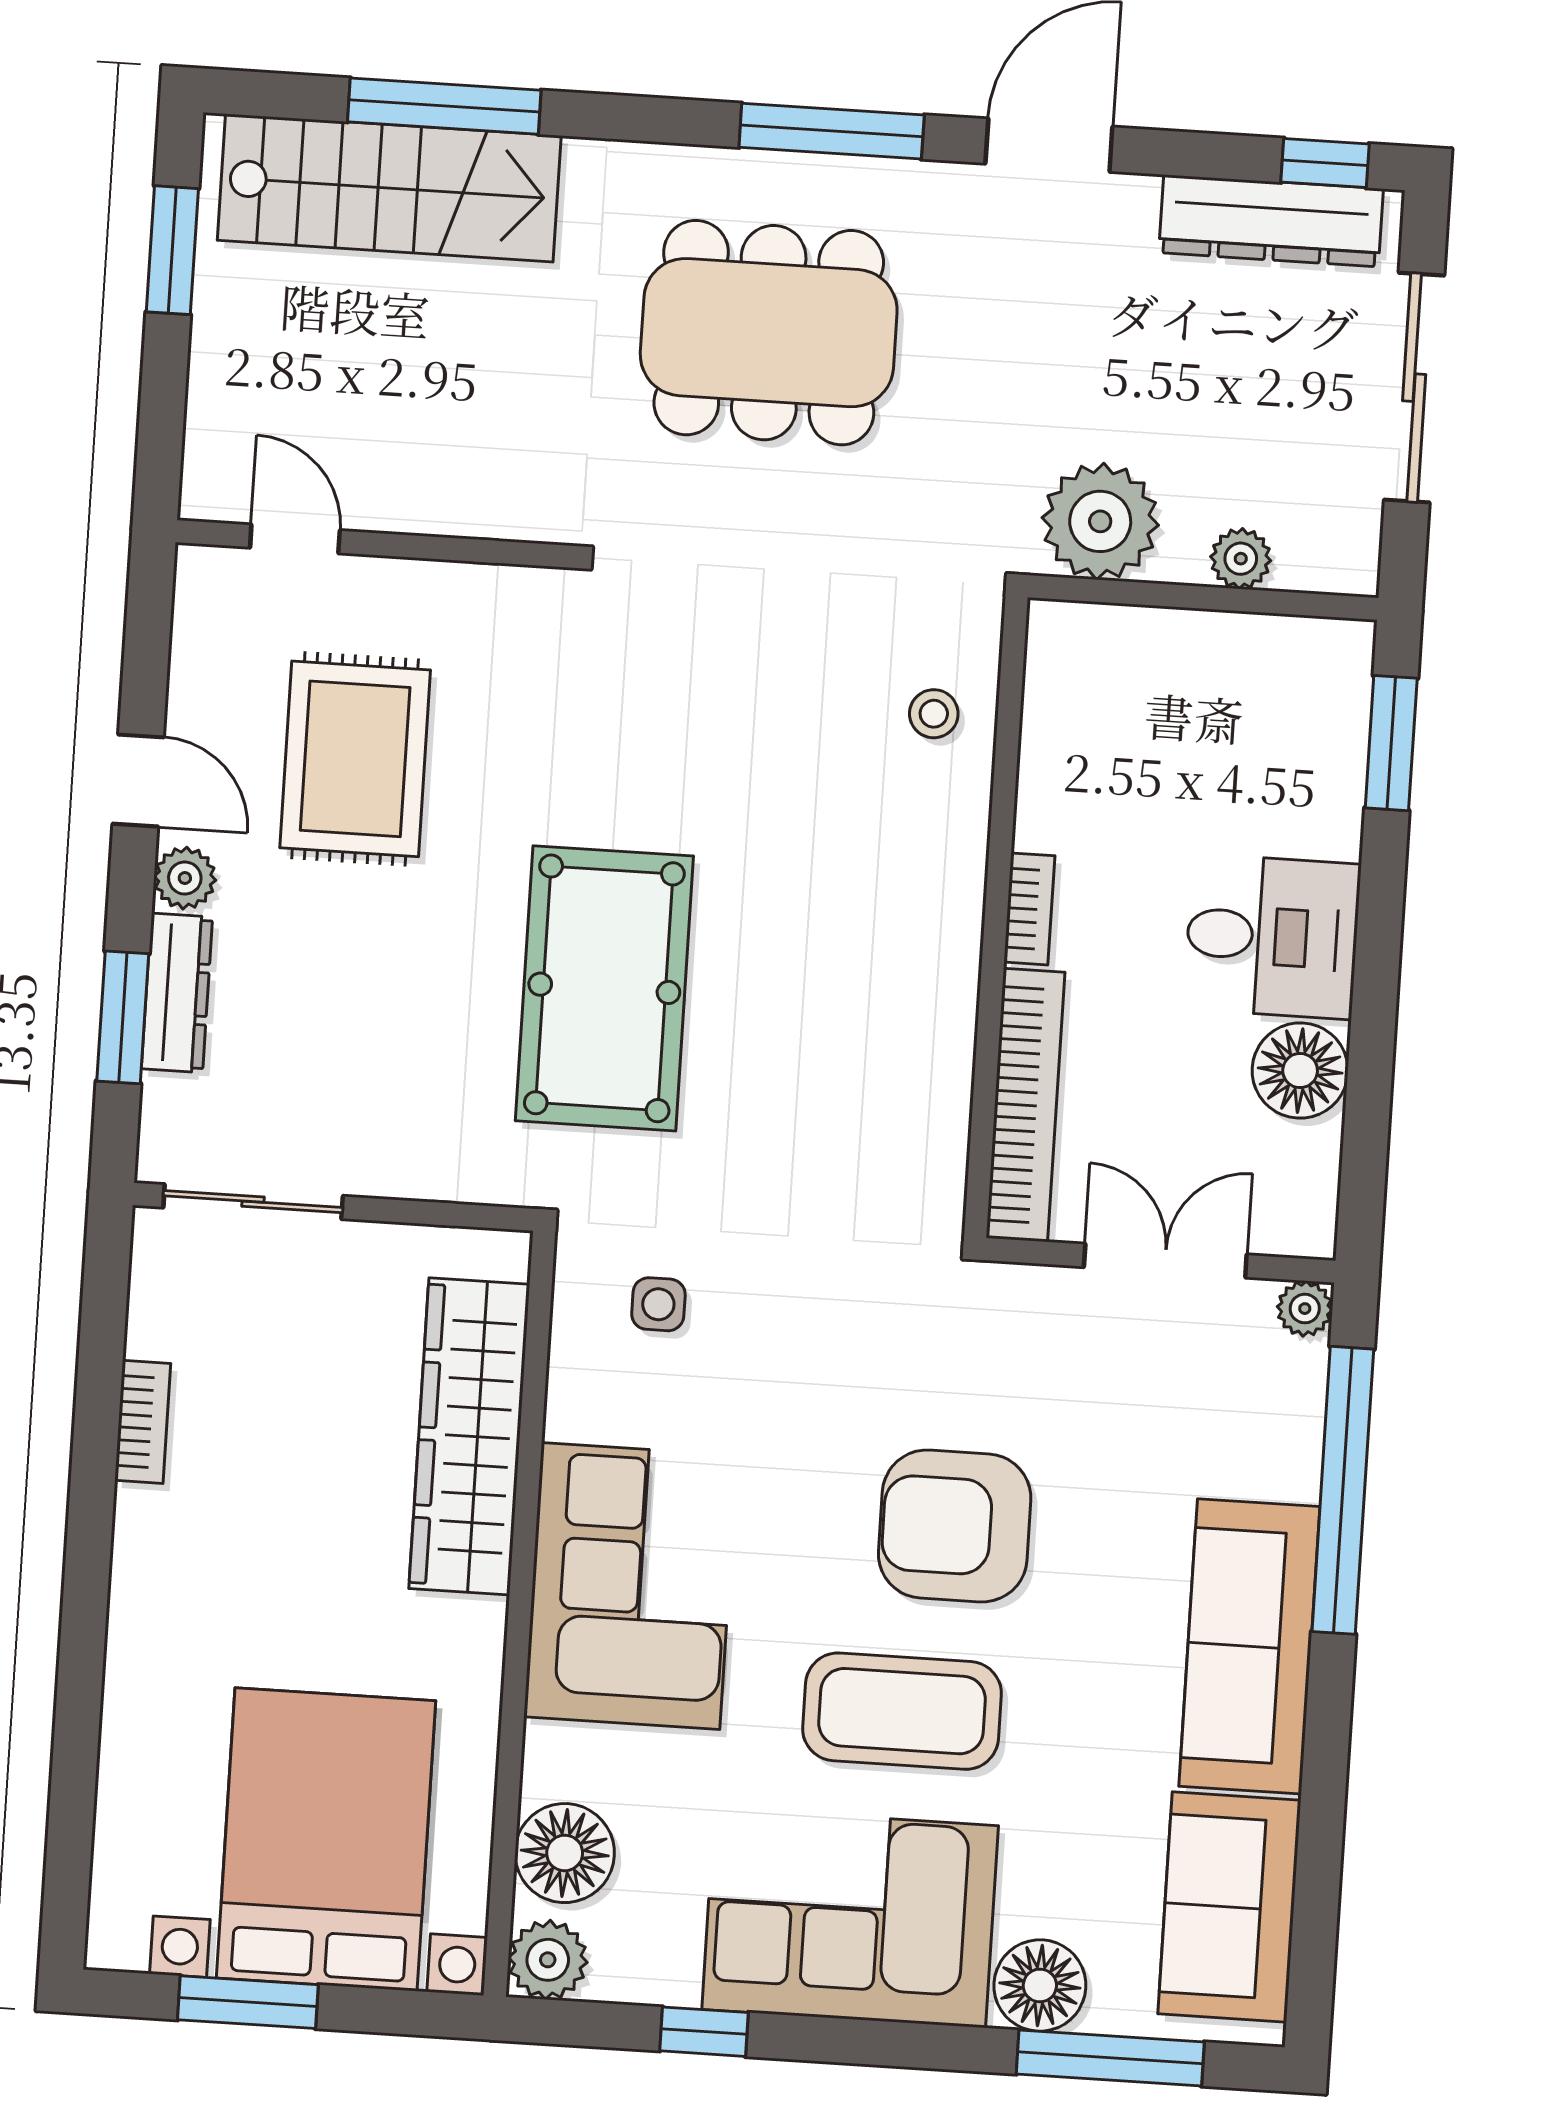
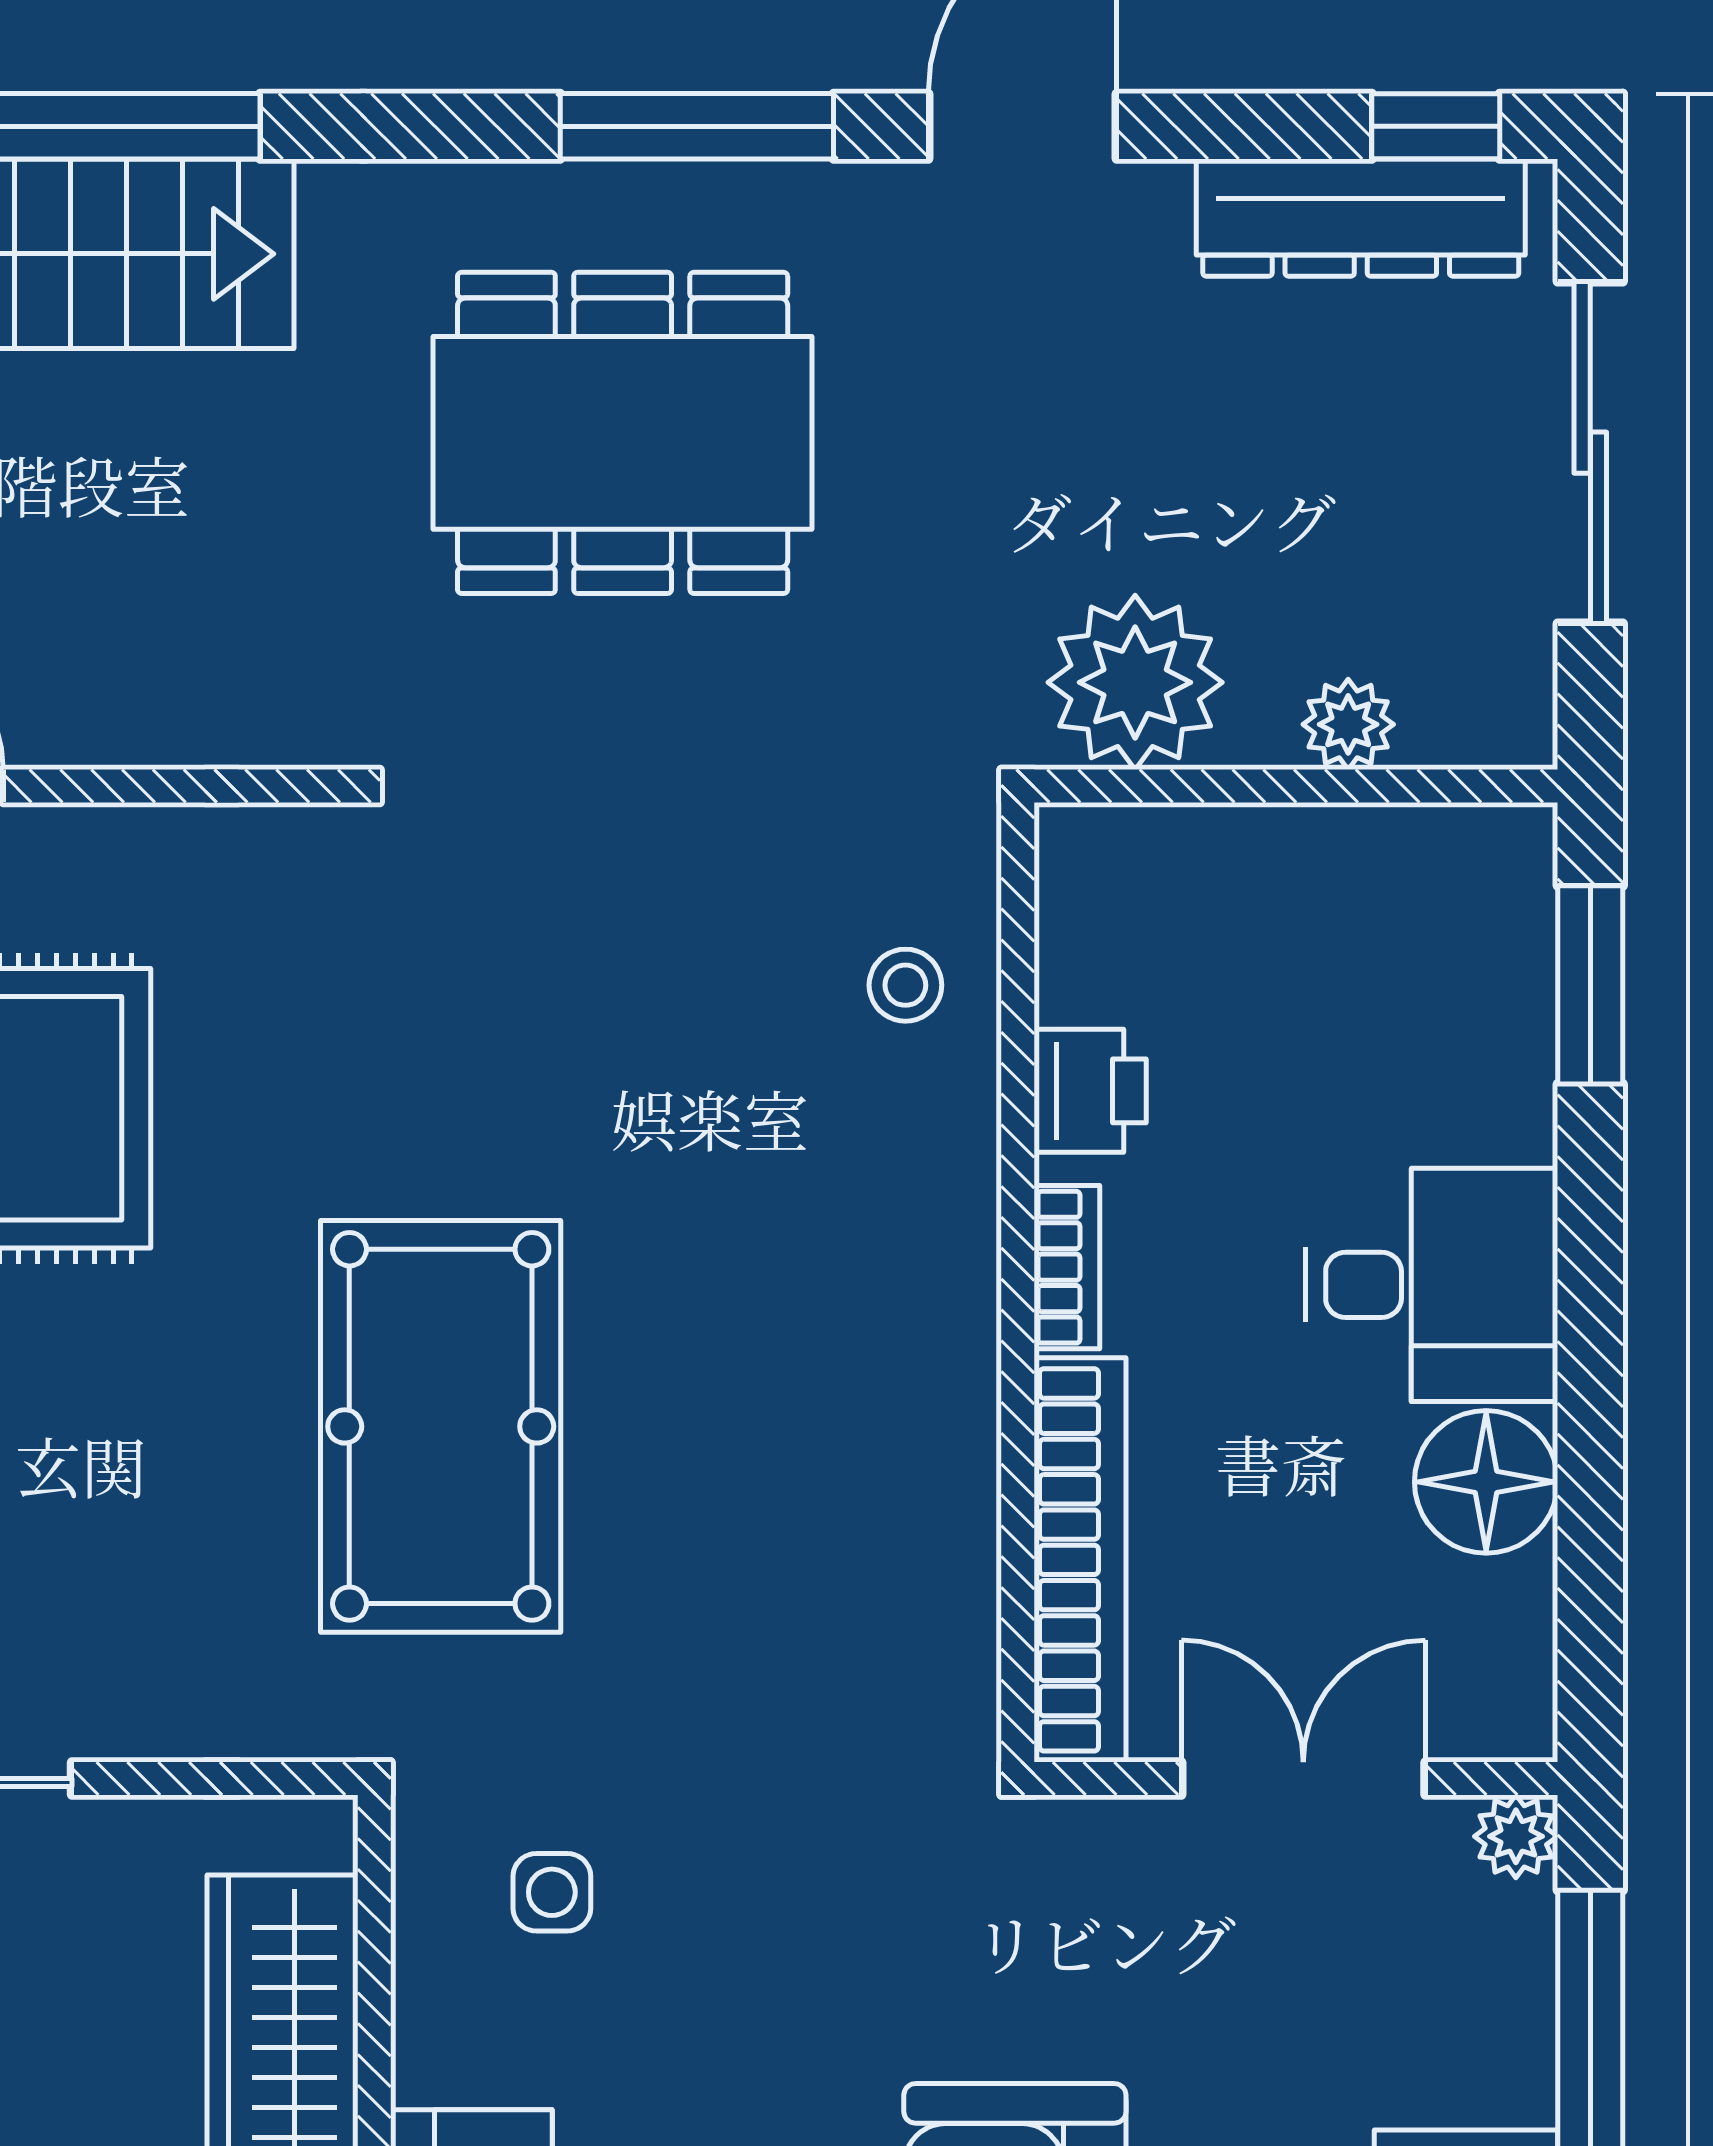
printer: (1053, 792) -> (1090, 1091), added

